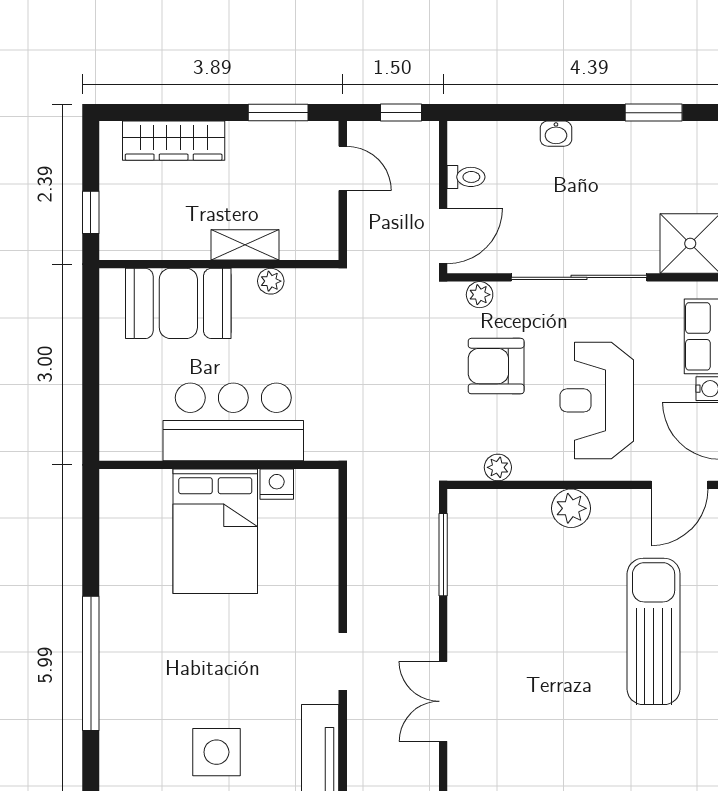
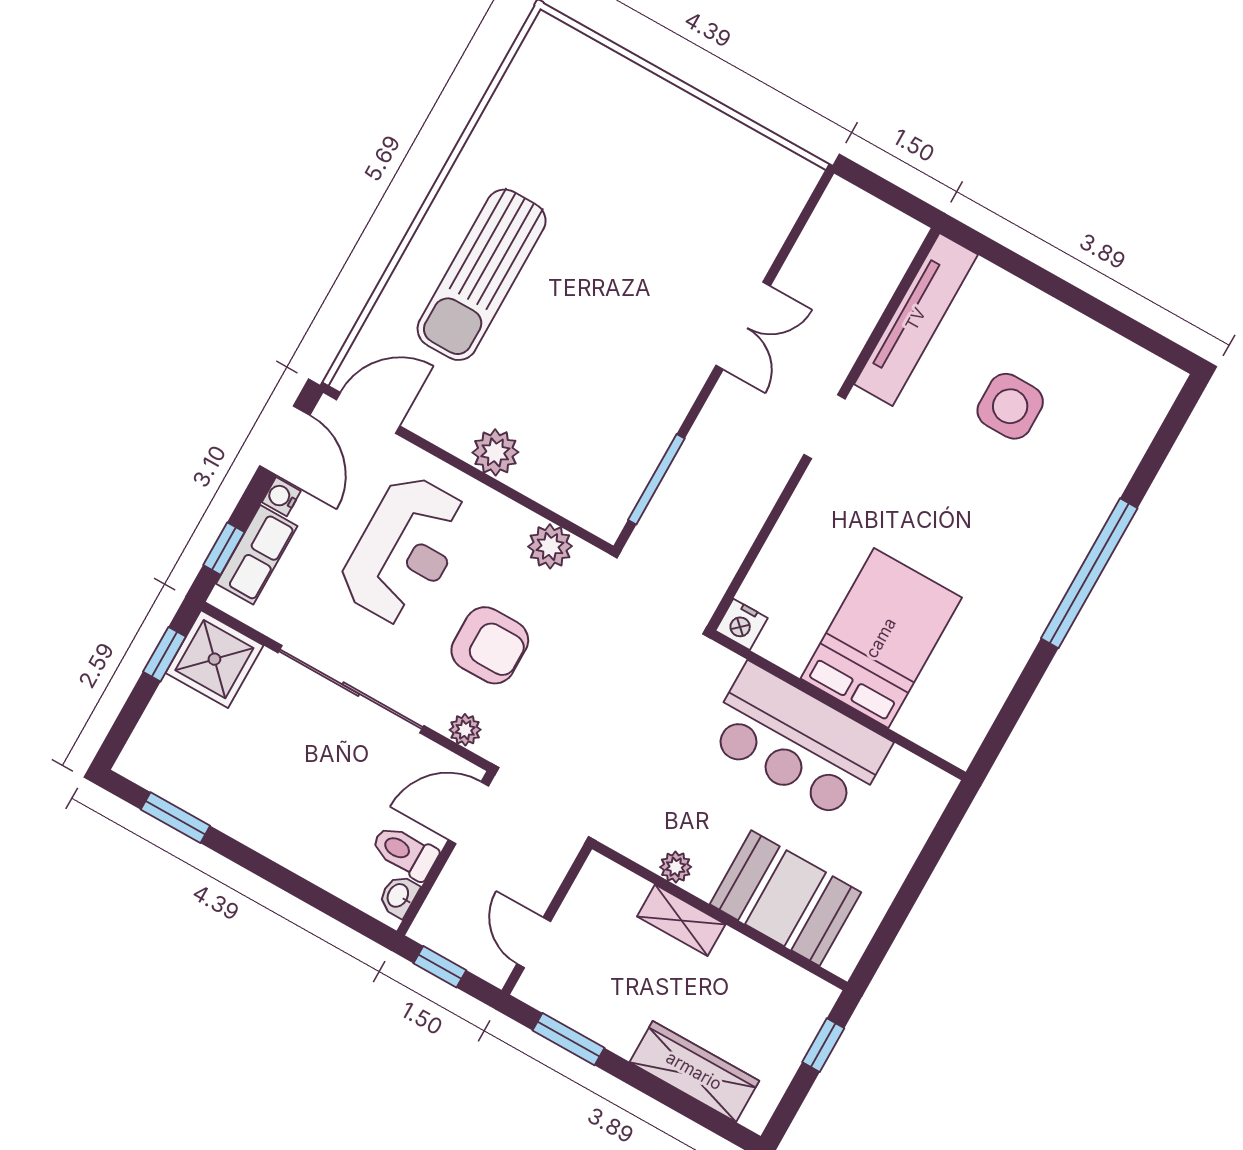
washbasin: (556, 134) -> (399, 896), moved, turned -90
toilet: (466, 177) -> (405, 852), width x1.37, depth x1.39
plant: (498, 467) -> (550, 546), width x1.38, depth x1.38
nightstand: (277, 484) -> (742, 624), moved

